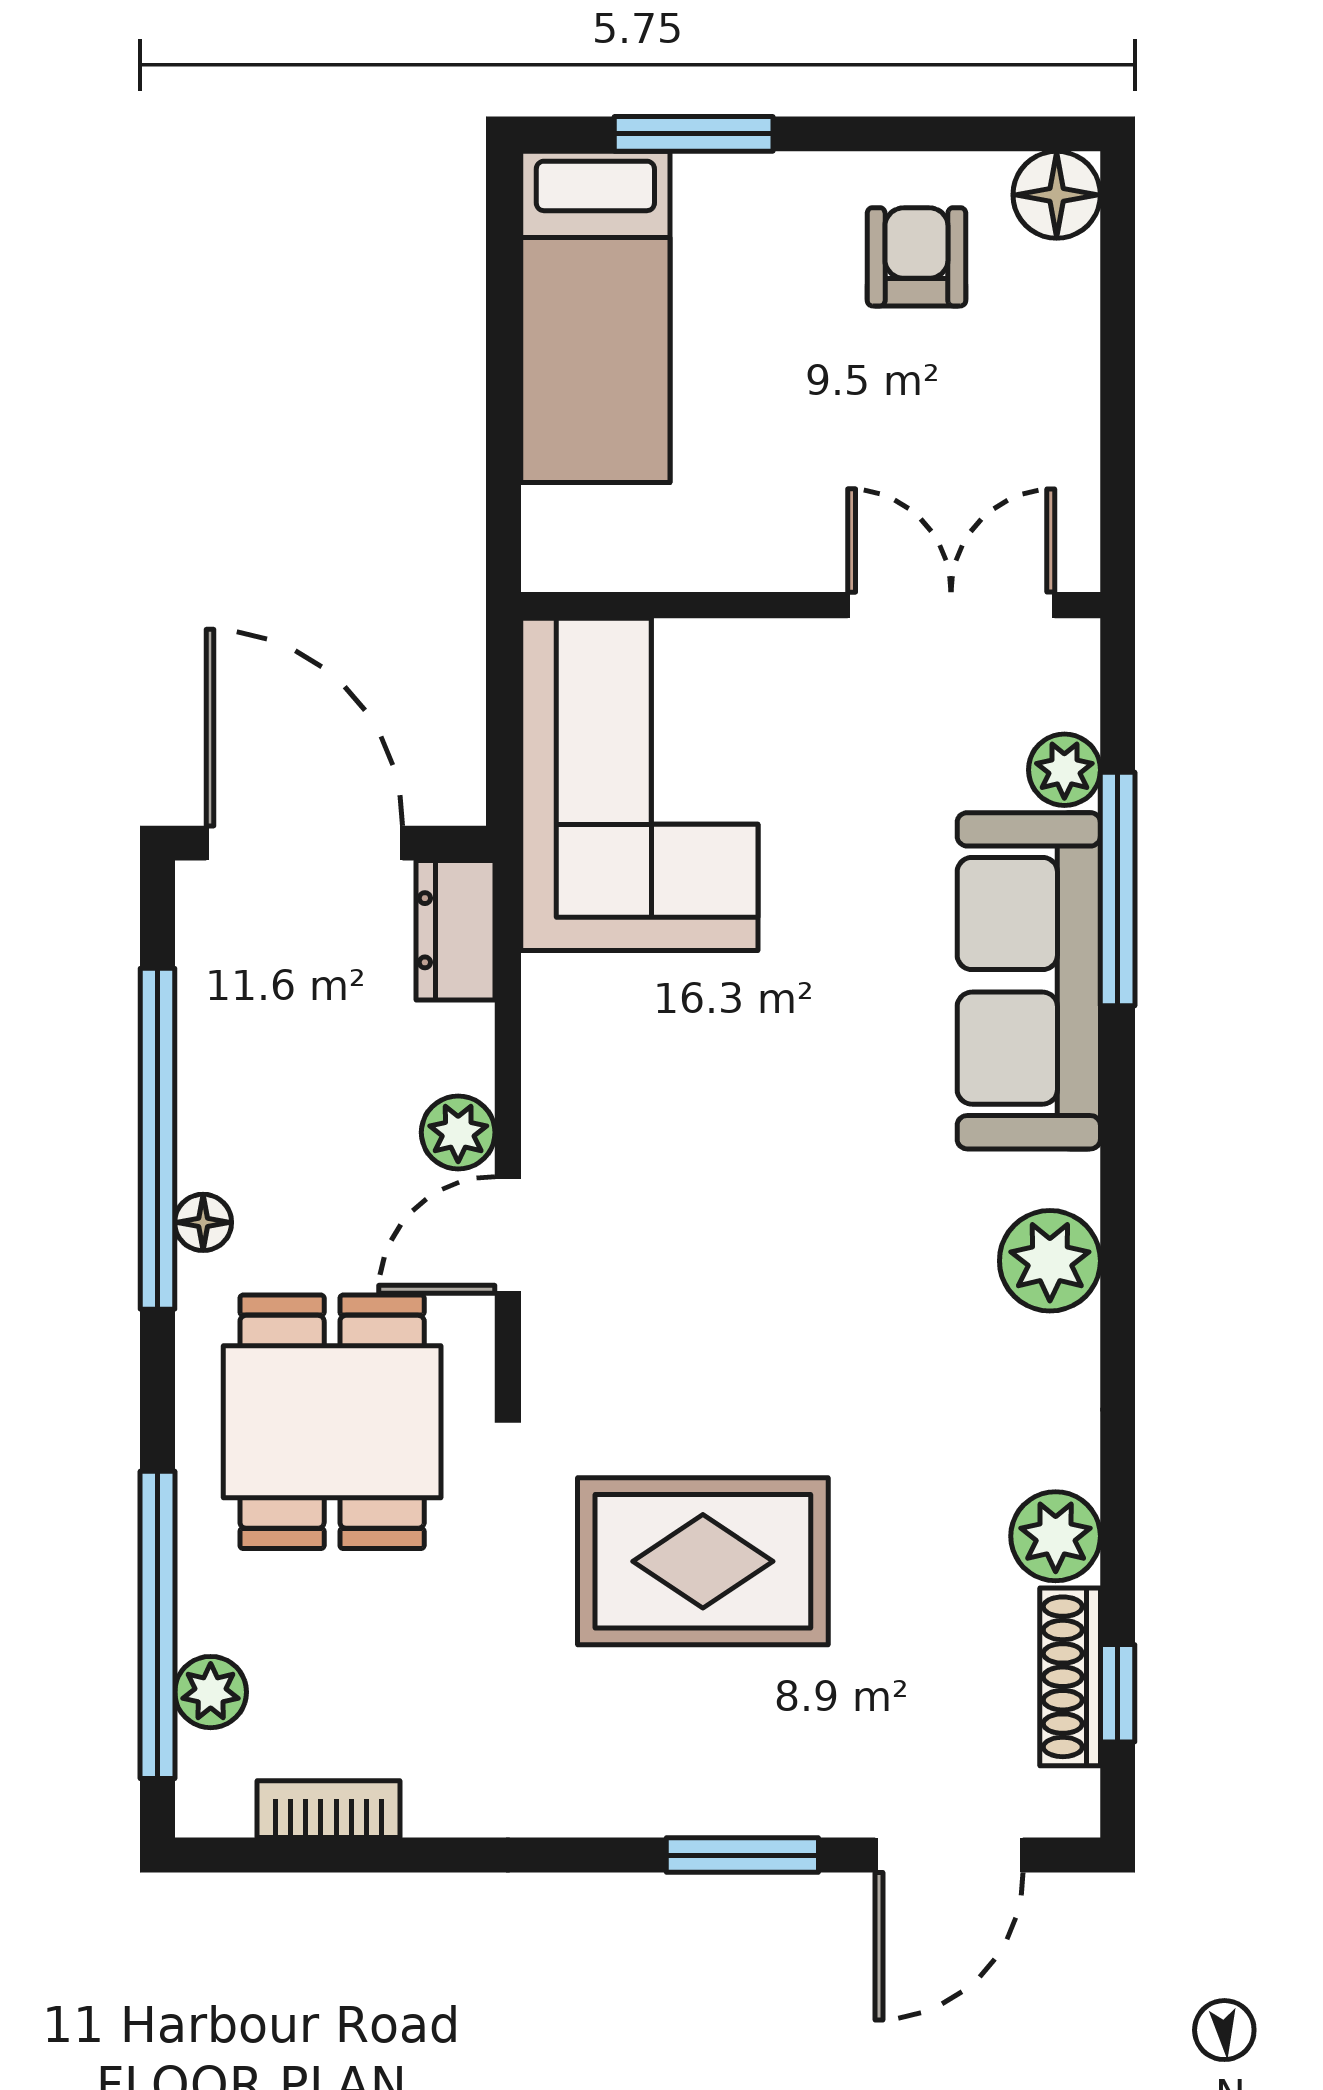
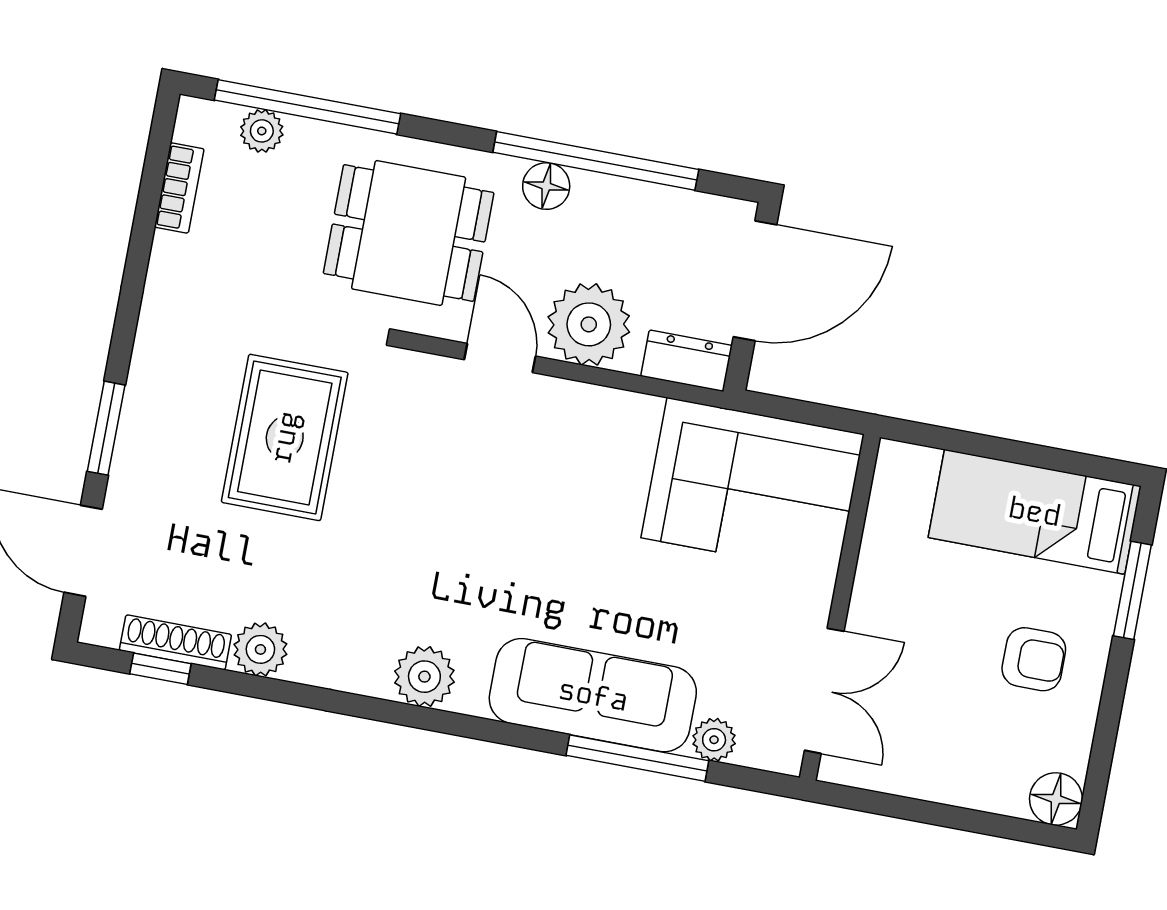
armchair: (916, 257) -> (1034, 659), moved
plant: (458, 1132) -> (589, 324), width x1.88, depth x1.88
floor lamp: (203, 1222) -> (546, 186), width x1.37, depth x1.37

